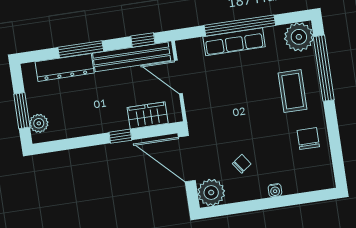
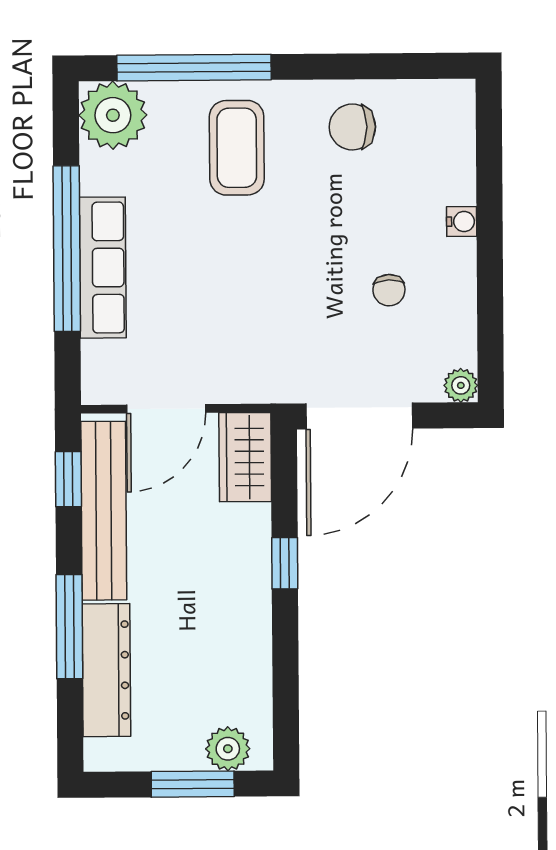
coffee table: (293, 91) -> (237, 148), turned 90
wardrobe: (148, 115) -> (245, 457), moved
chair: (242, 164) -> (389, 290), turned -146
plant: (211, 193) -> (461, 385), width x0.53, depth x0.53

